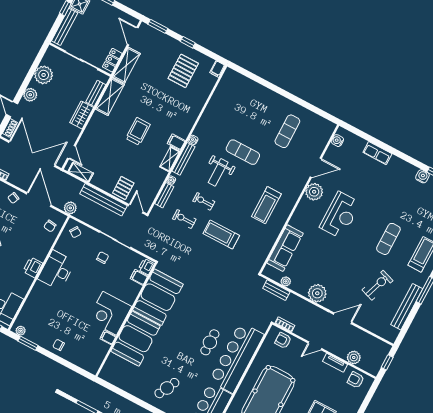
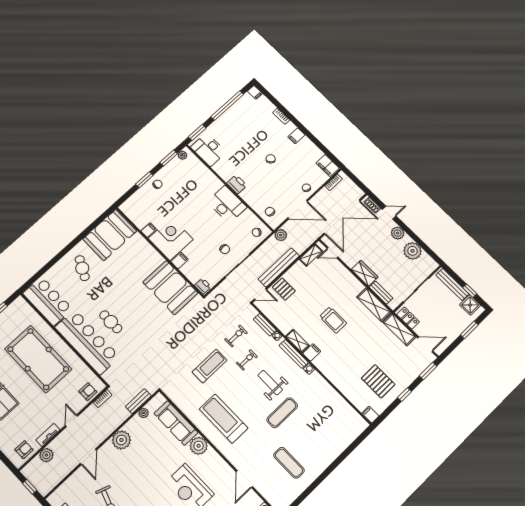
plant: (314, 192) -> (199, 446), moved
treadmill: (266, 205) -> (224, 419), width x1.37, depth x1.38
filing cabinet: (139, 277) -> (180, 261), moved
booth: (135, 339) -> (110, 235), moved, turned 90
window: (58, 359) -> (144, 180), added

